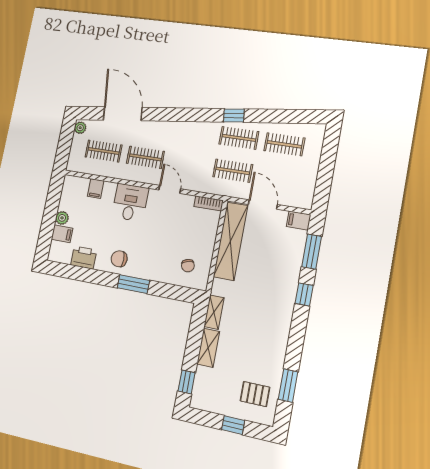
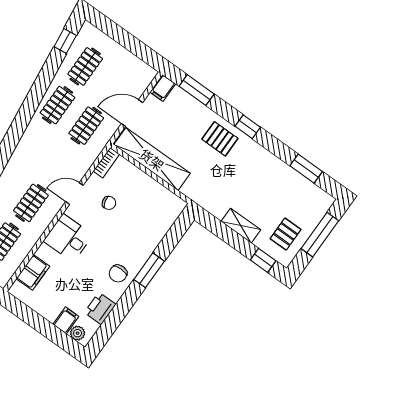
window: (234, 115) -> (65, 41), moved
filing cabinet: (96, 189) -> (33, 272), width x2.00
plant: (62, 218) -> (78, 333), moved
chair: (188, 266) -> (109, 203), moved
pallet: (277, 293) -> (220, 139), added
window: (304, 294) -> (248, 127), moved
shelving: (214, 312) -> (211, 205), removed
pallet: (255, 394) -> (286, 234), moved
window: (233, 425) -> (320, 235), width x2.17

